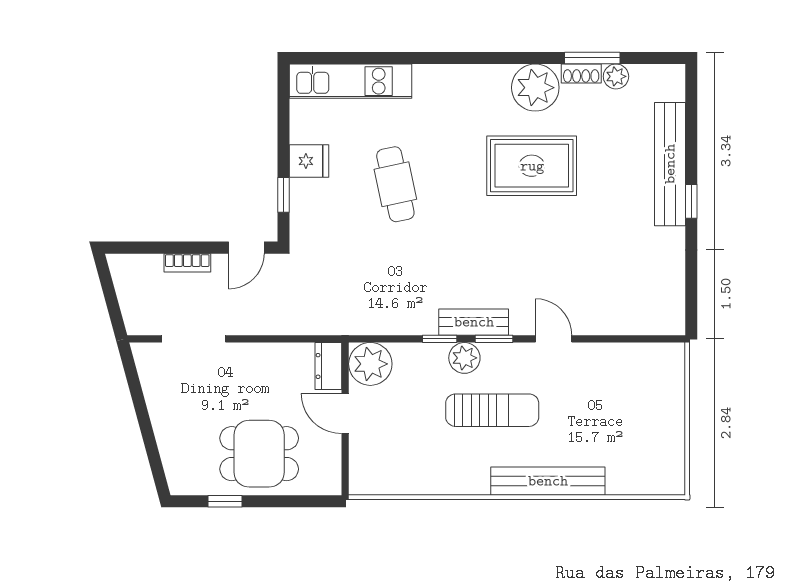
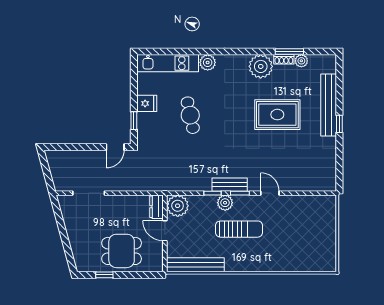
plant: (430, 80) -> (208, 62), added
rug: (532, 166) -> (277, 115), moved
bookcase: (187, 263) -> (85, 155), removed
bench: (548, 481) -> (195, 265), moved

